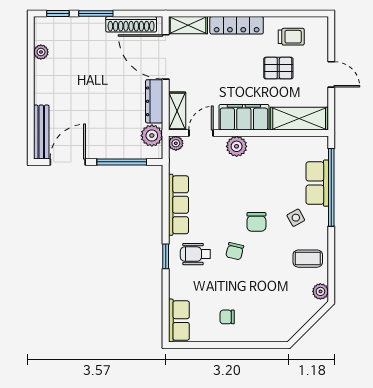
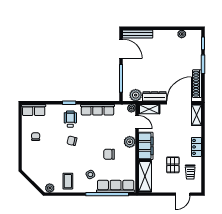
locker: (237, 25) -> (196, 147), width x0.66
door: (331, 74) -> (183, 194), moved
row of seats: (317, 183) -> (116, 186), width x1.48
chair: (256, 222) -> (109, 154), moved

